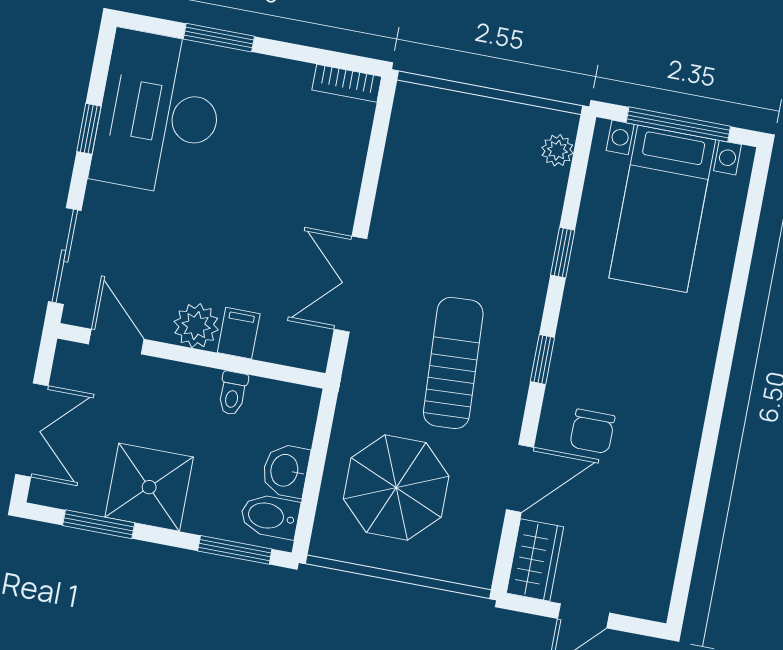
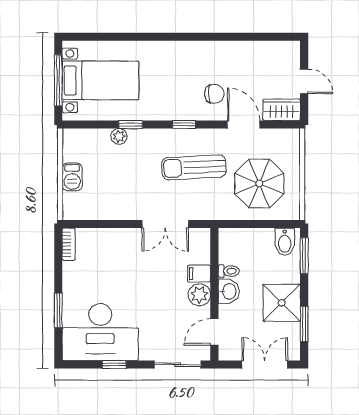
barbecue: (480, 116) -> (72, 177), added
plant: (557, 150) -> (119, 136), moved
washbasin: (286, 471) -> (229, 291), moved, turned -90

